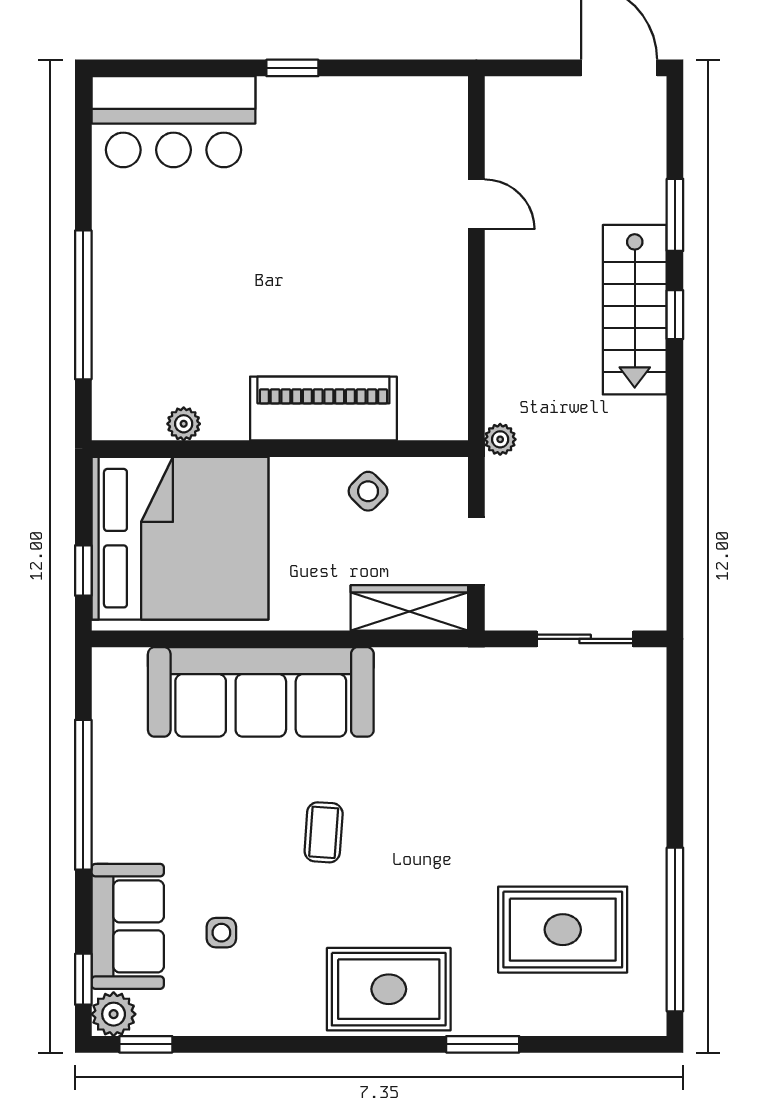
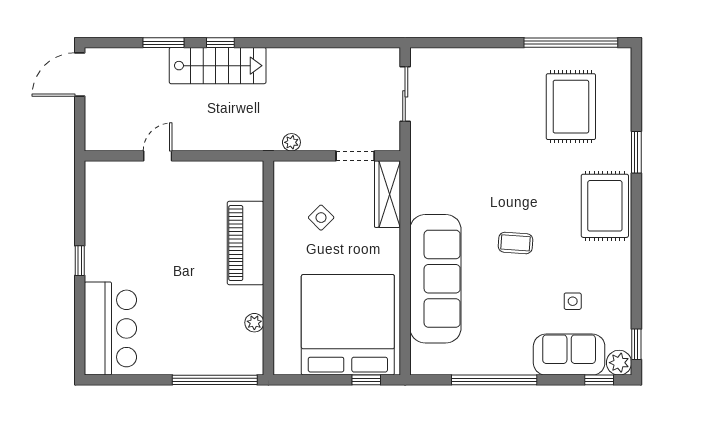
piano: (323, 408) -> (246, 243), moved
plant: (184, 424) -> (254, 323), moved
wall: (280, 449) -> (268, 268), moved

